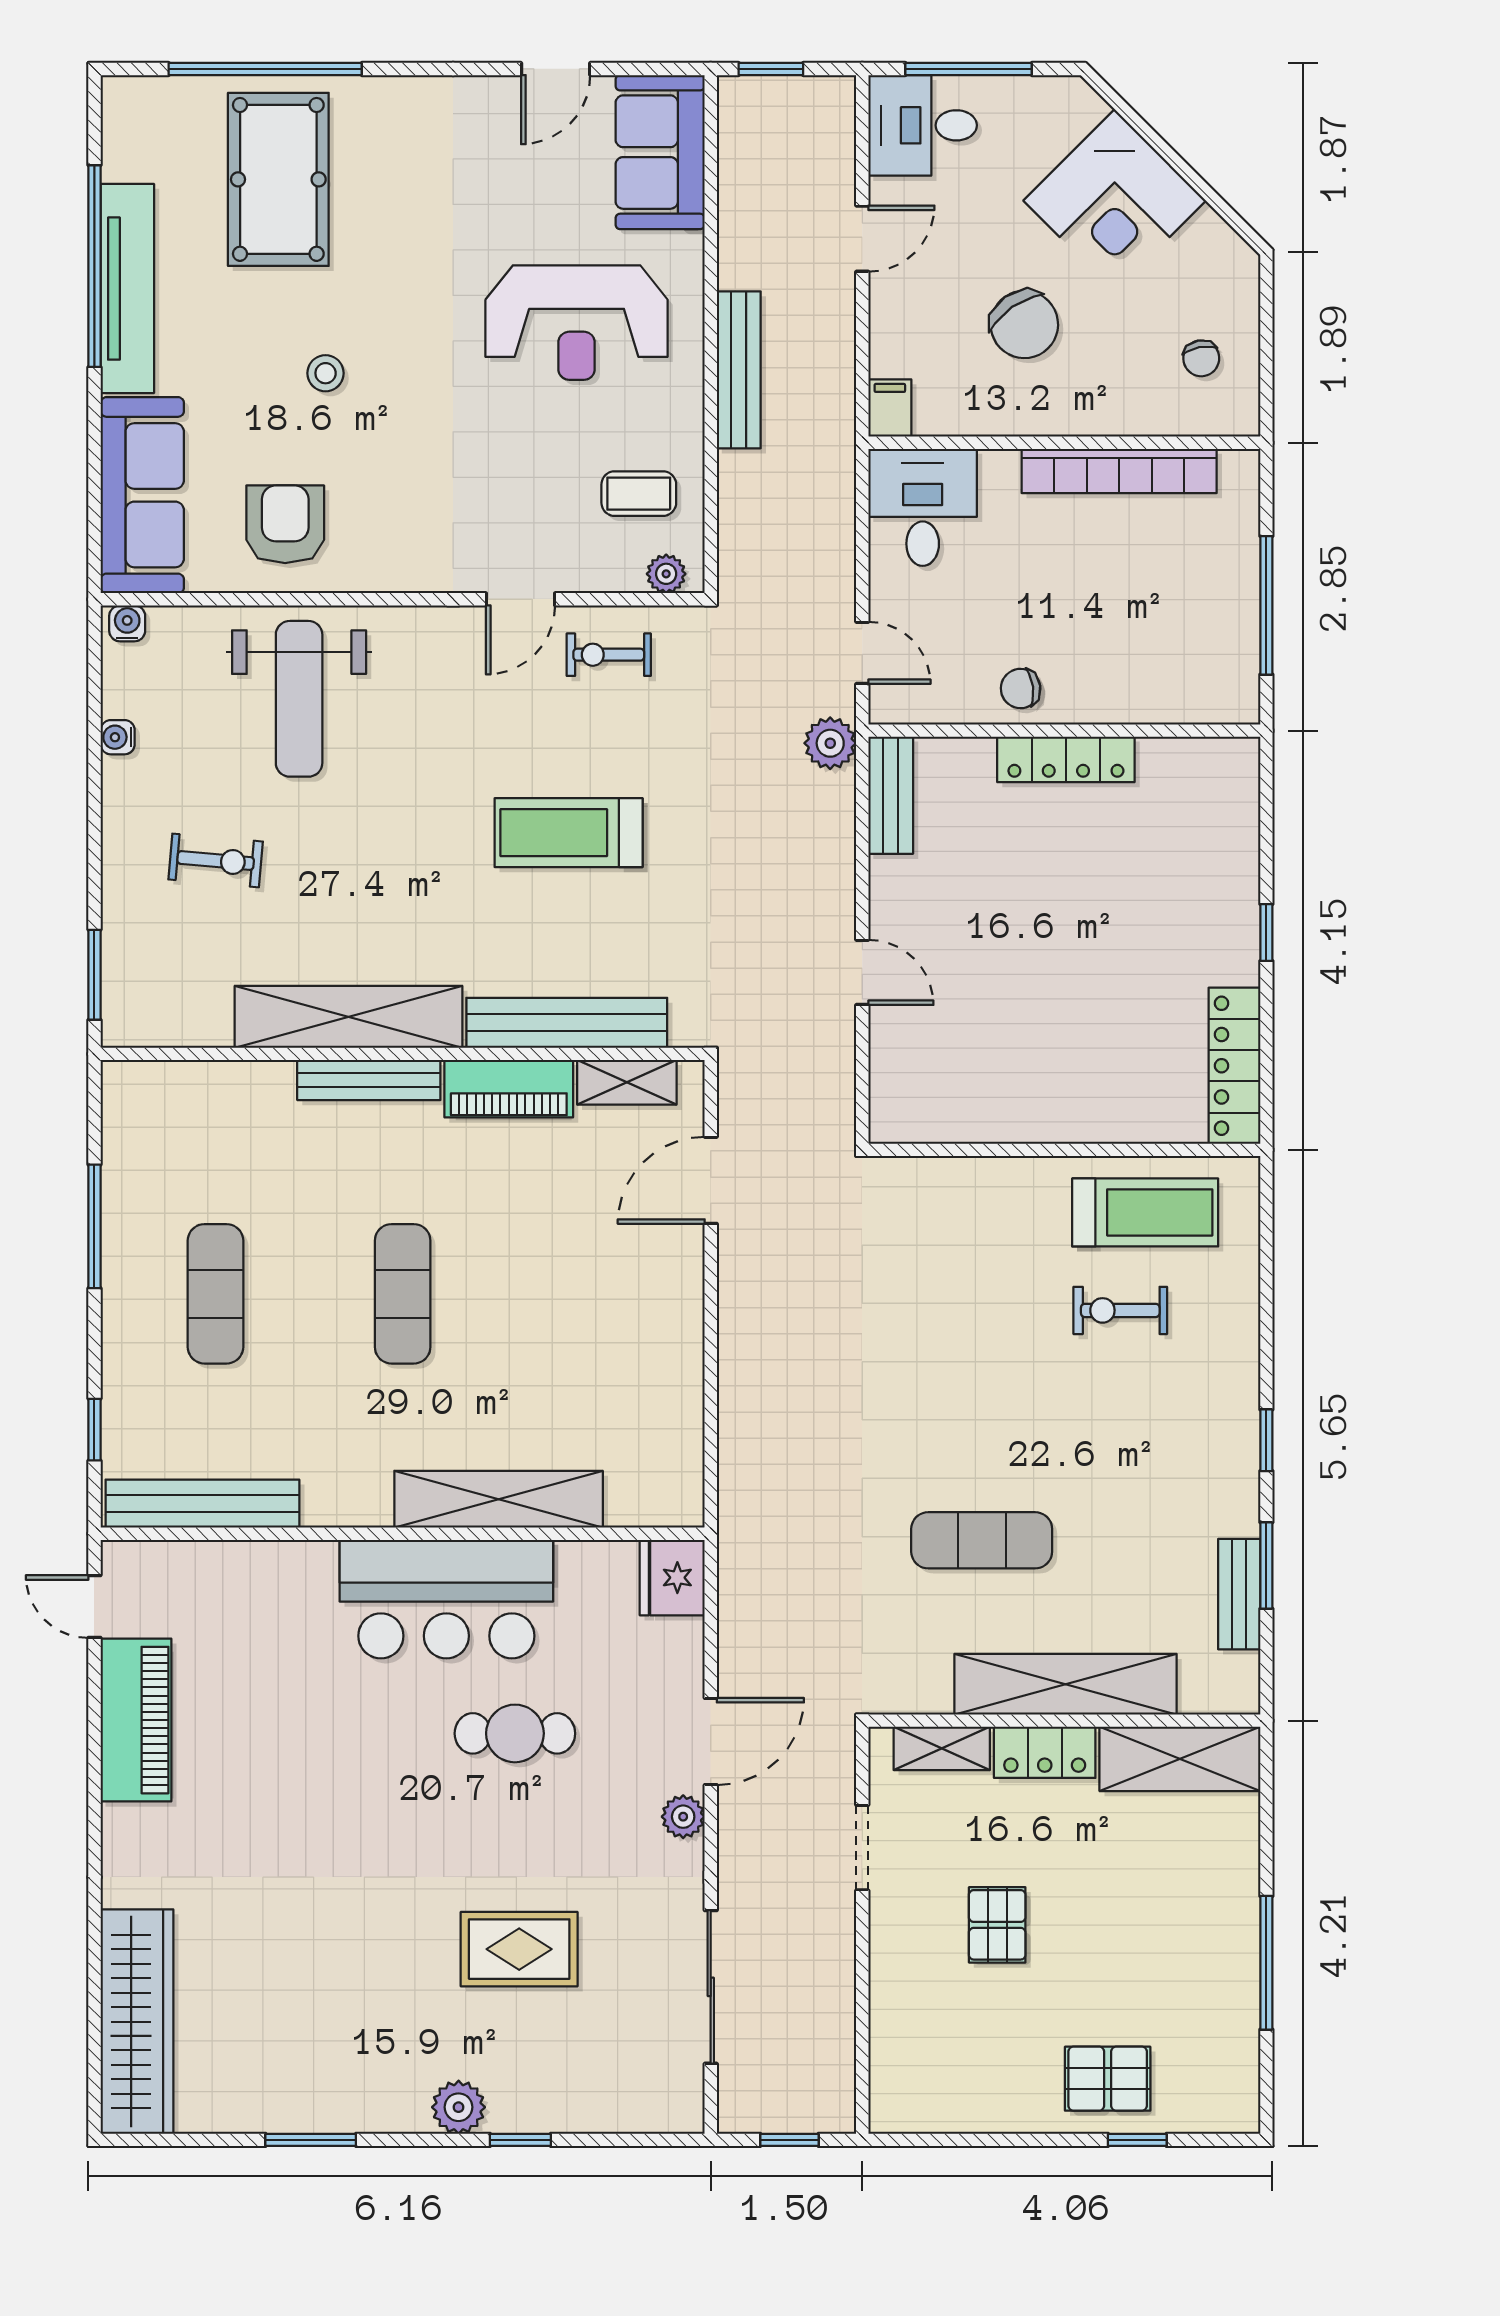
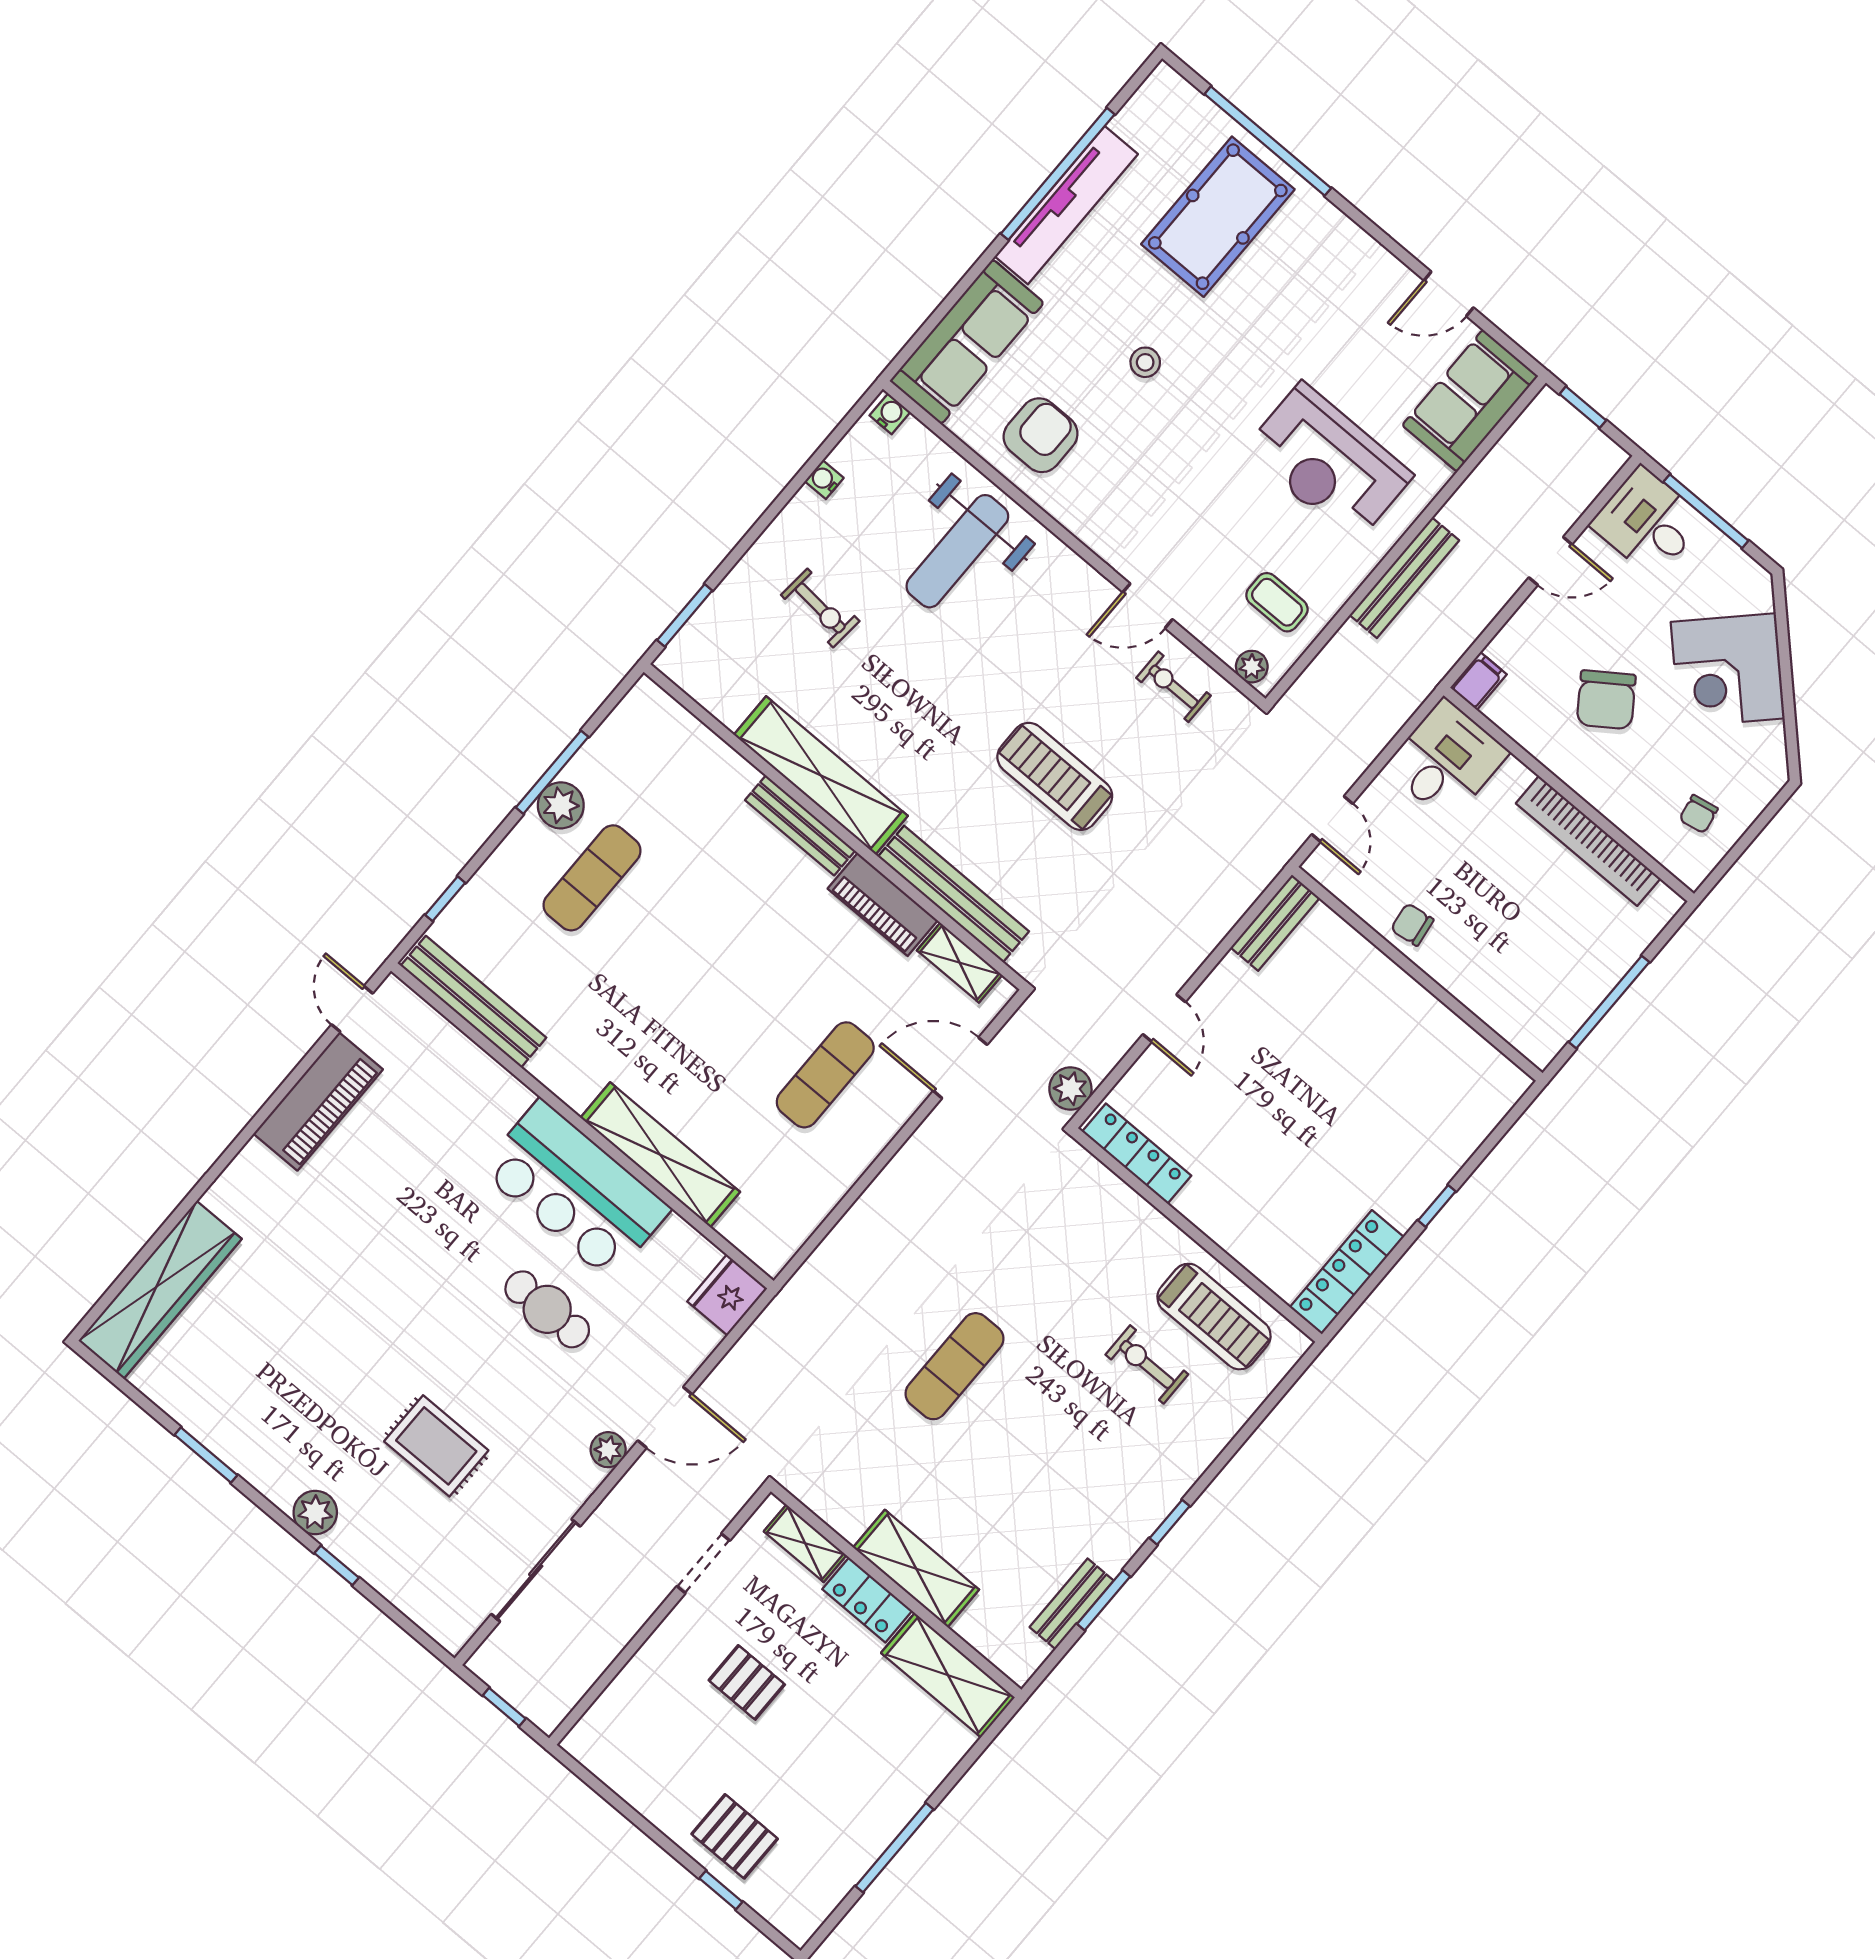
plant: (830, 743) -> (1070, 1089), moved
locker: (1066, 759) -> (1137, 1154), moved, turned 180
plant: (129, 1251) -> (561, 805), added
exercise mat: (403, 1294) -> (825, 1075), moved
exercise mat: (982, 1540) -> (954, 1366), moved, turned 90
shelving: (1066, 1684) -> (916, 1569), width x0.68
pallet: (997, 1925) -> (747, 1682), turned 90

